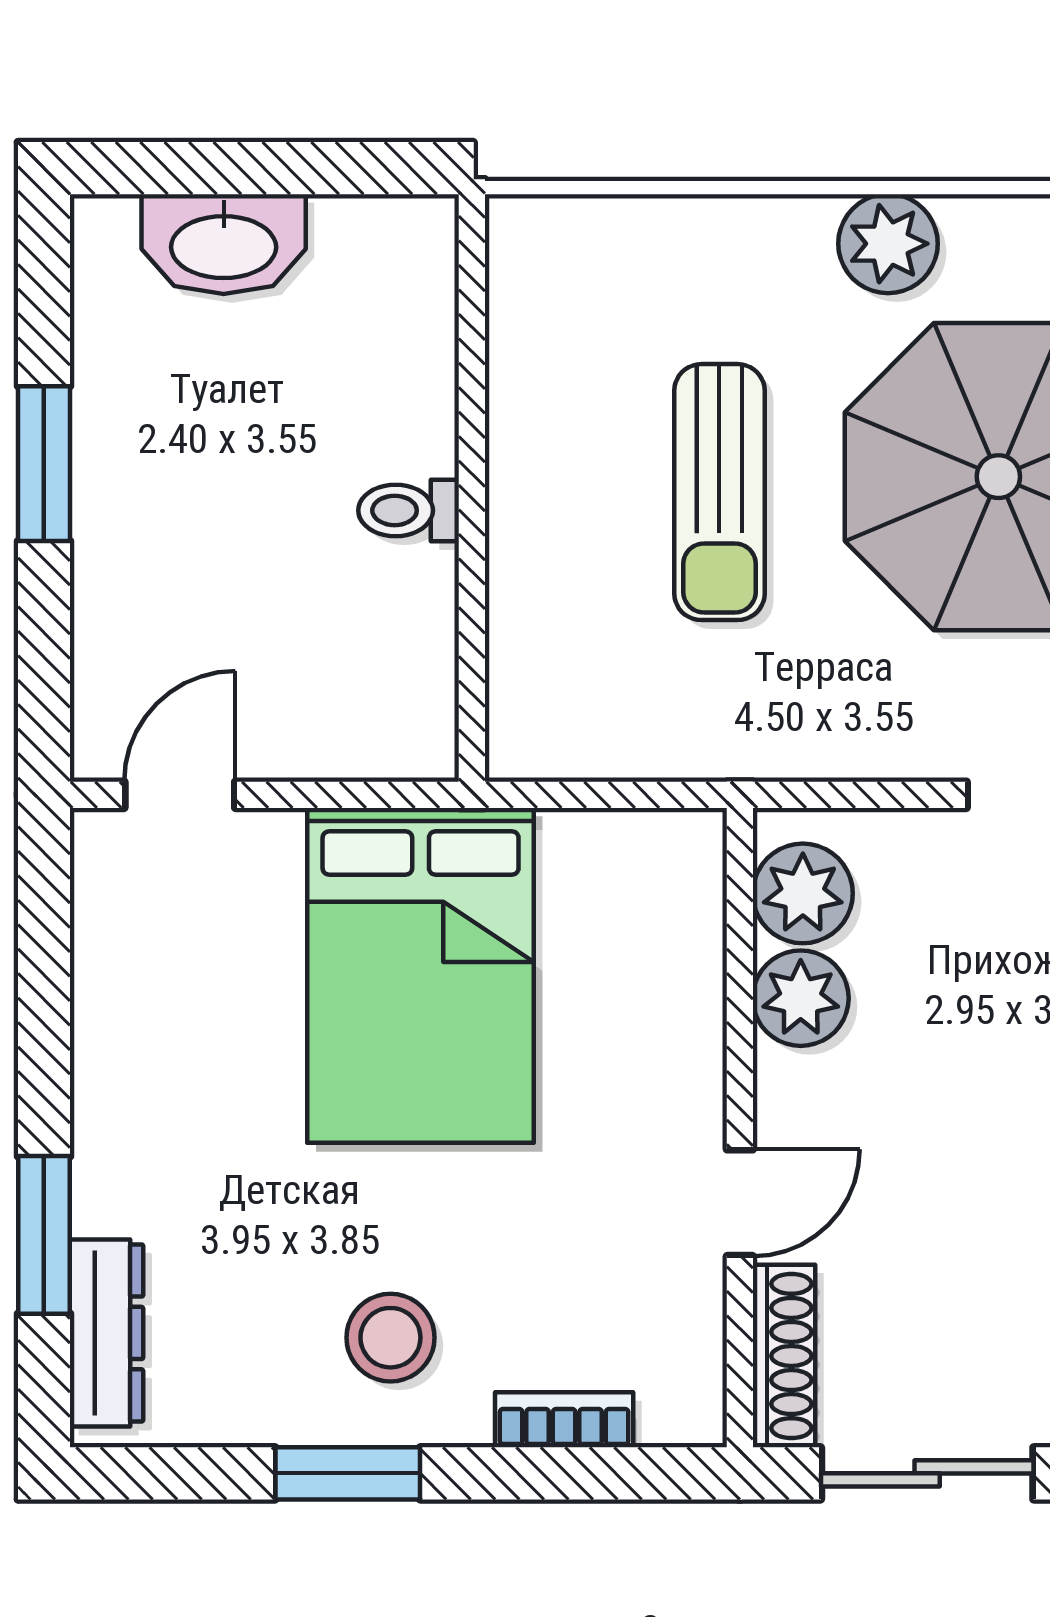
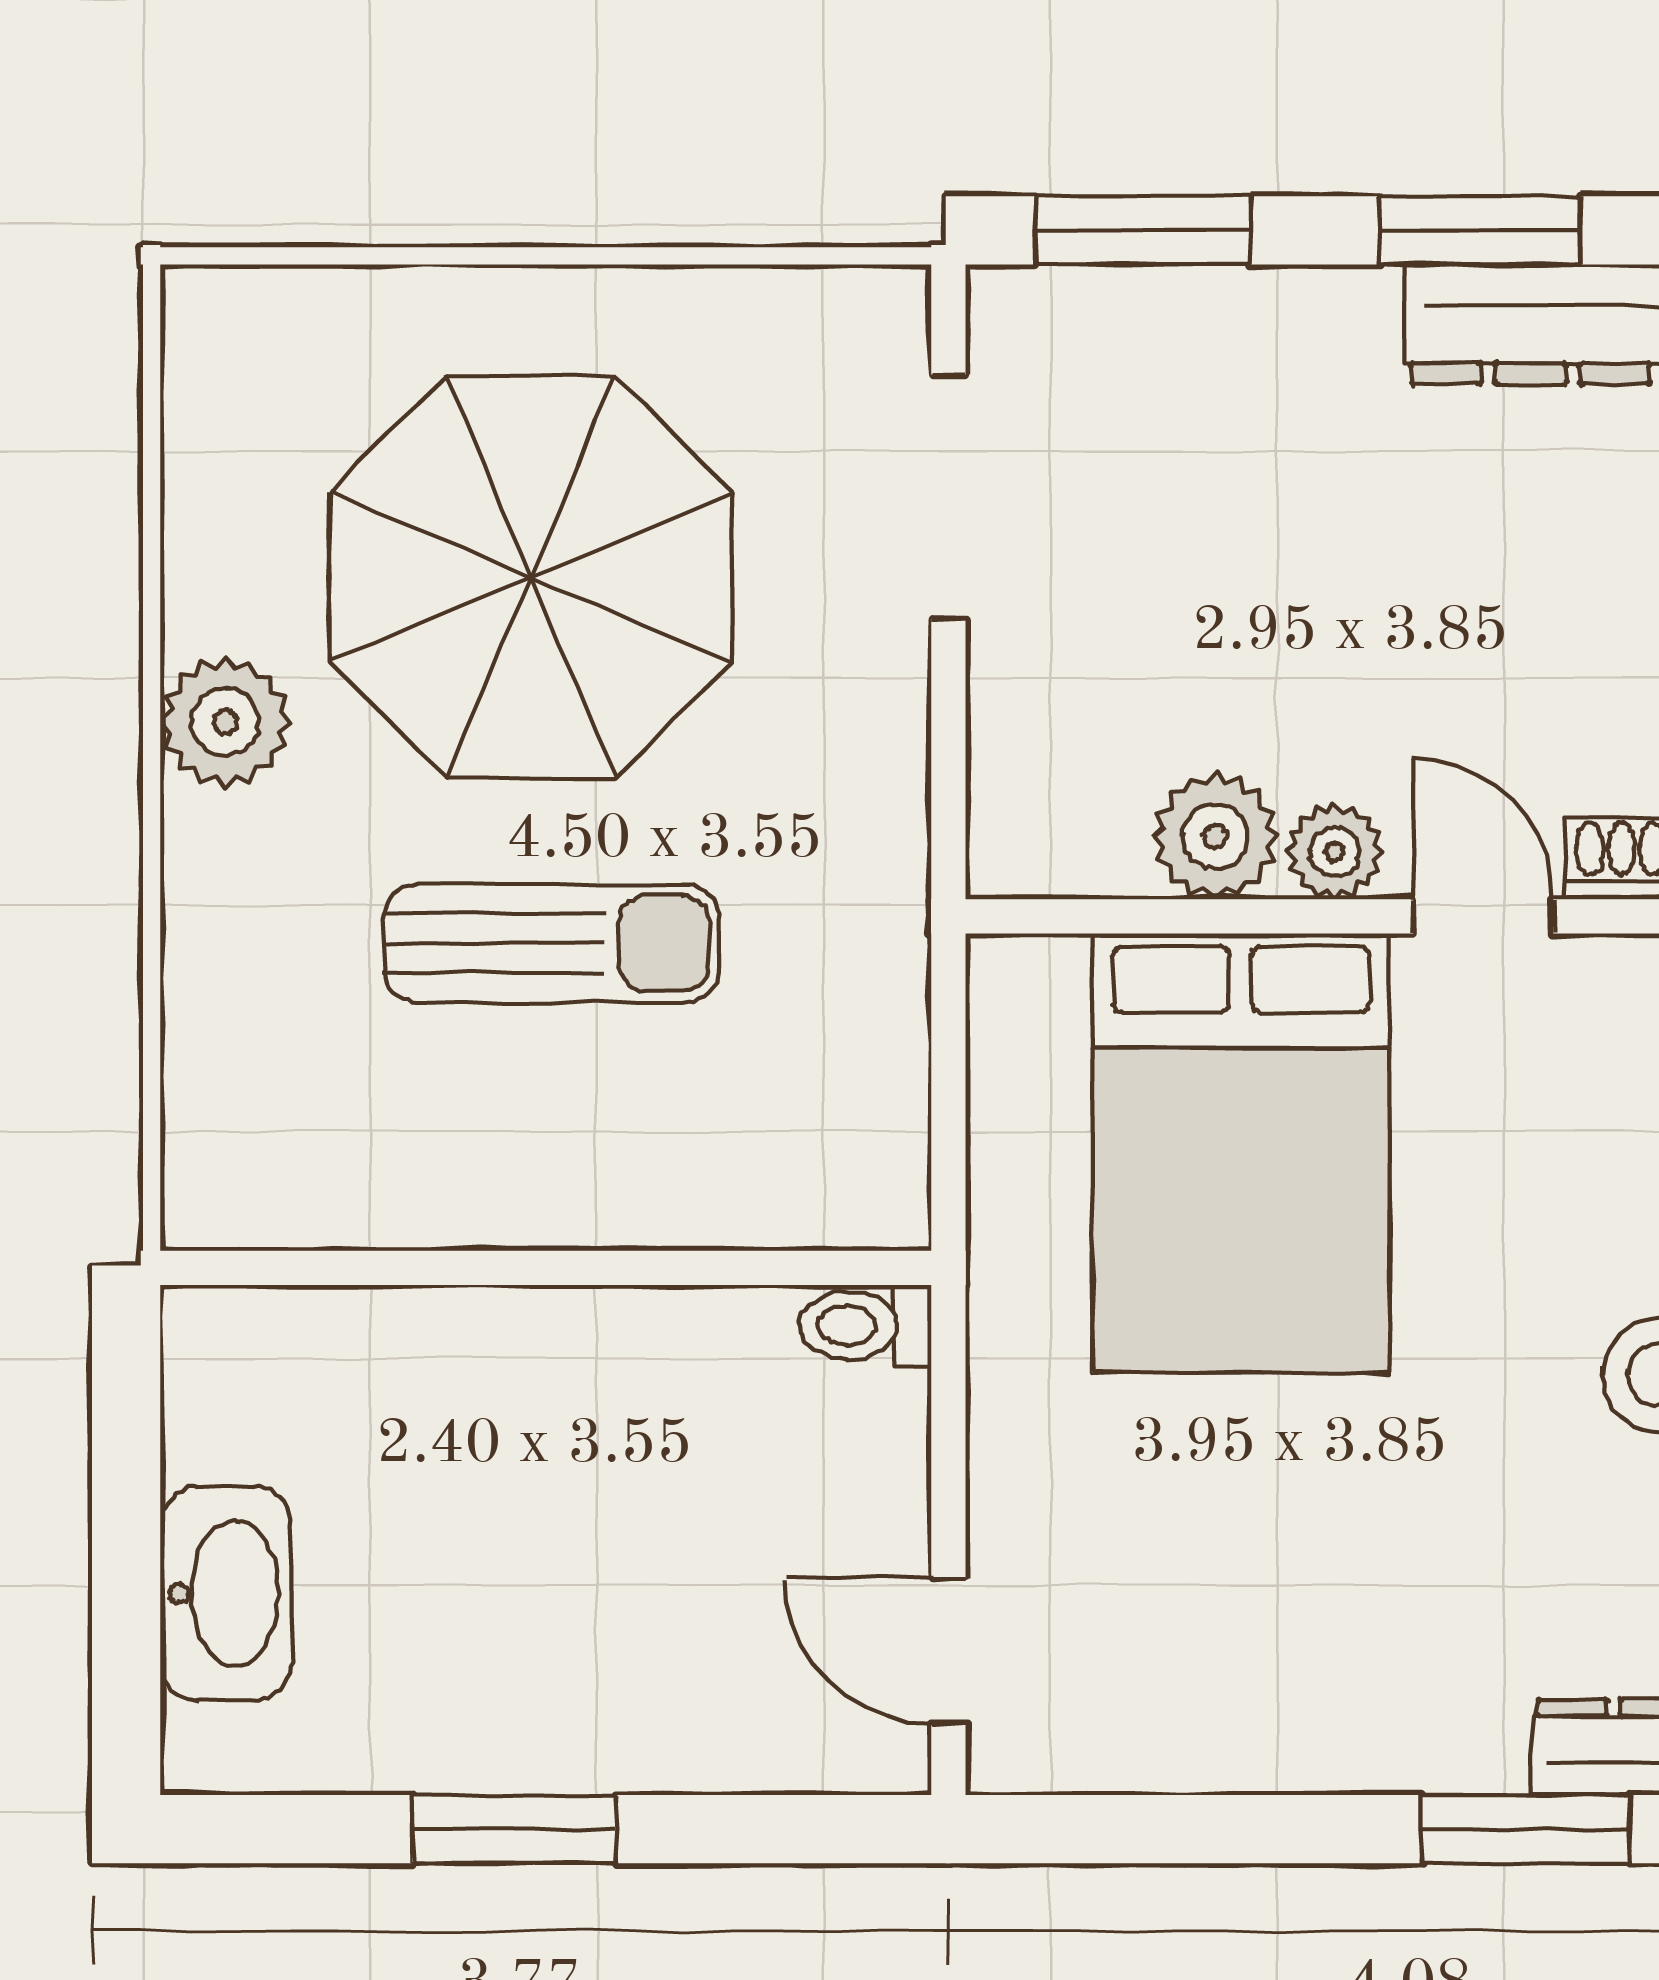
toilet: (409, 510) -> (865, 1325), moved, turned 90
plant: (803, 893) -> (1335, 852), moved, width x0.73, depth x0.73
bed: (421, 975) -> (1241, 1153), moved, turned 90

